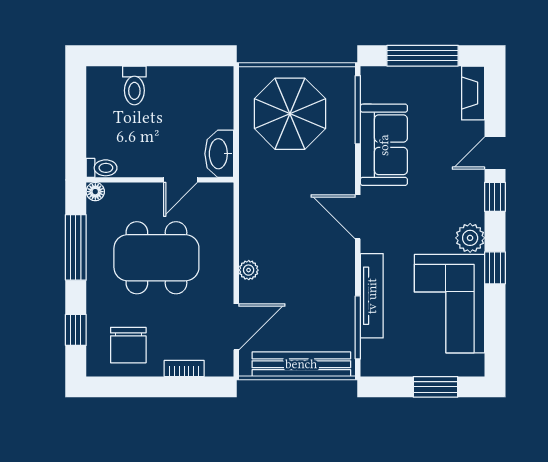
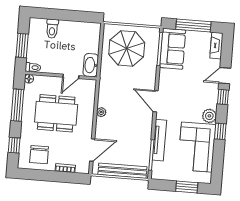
window: (76, 125) -> (22, 46), added
sofa: (384, 145) -> (173, 49), moved
plant: (249, 270) -> (101, 112), moved

